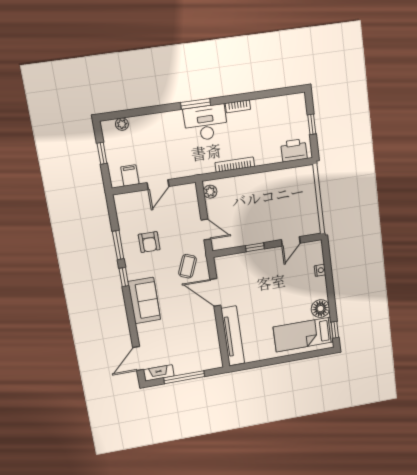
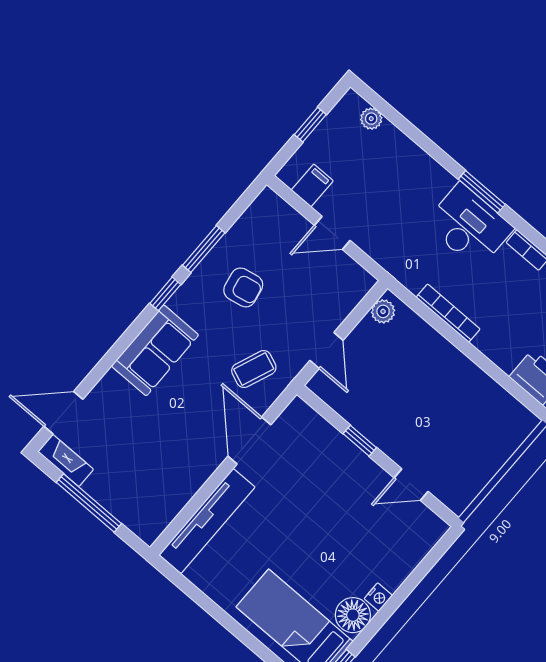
armchair: (149, 242) -> (243, 287), turned -101
nightstand: (320, 270) -> (378, 597), moved

